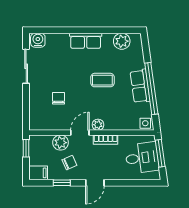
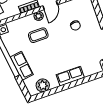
coffee table: (102, 80) -> (38, 35), moved
row of seats: (140, 86) -> (22, 66), moved

